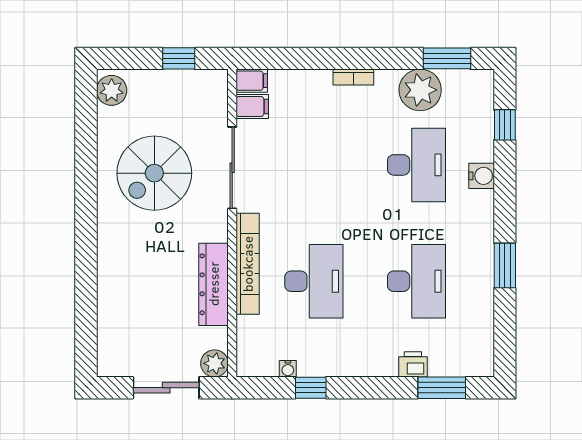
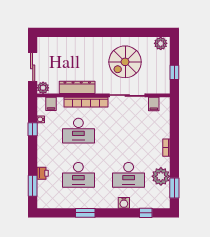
filing cabinet: (252, 81) -> (51, 104), moved
spiral stairs: (154, 173) -> (125, 62), turned -90

